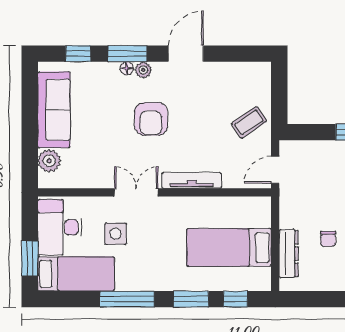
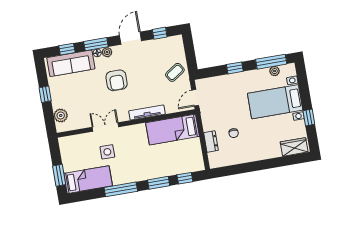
window: (235, 54) -> (160, 33), added
sofa: (54, 110) -> (71, 63), moved, turned 90
window: (30, 121) -> (45, 94), added
double door: (136, 192) -> (105, 127), moved
desk: (60, 227) -> (74, 154), removed
bed: (229, 247) -> (173, 130), moved
dresser: (289, 254) -> (211, 142), width x0.70

